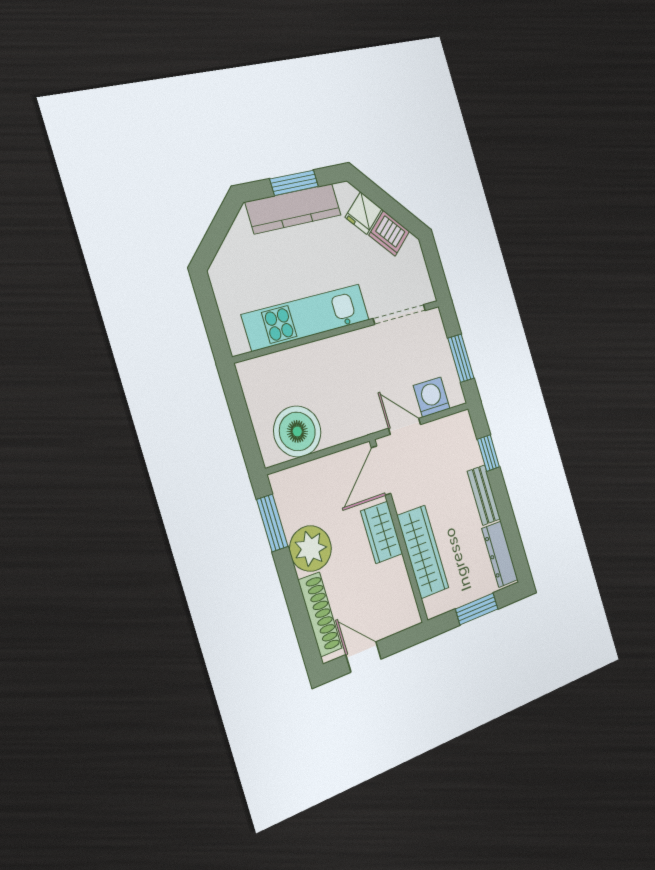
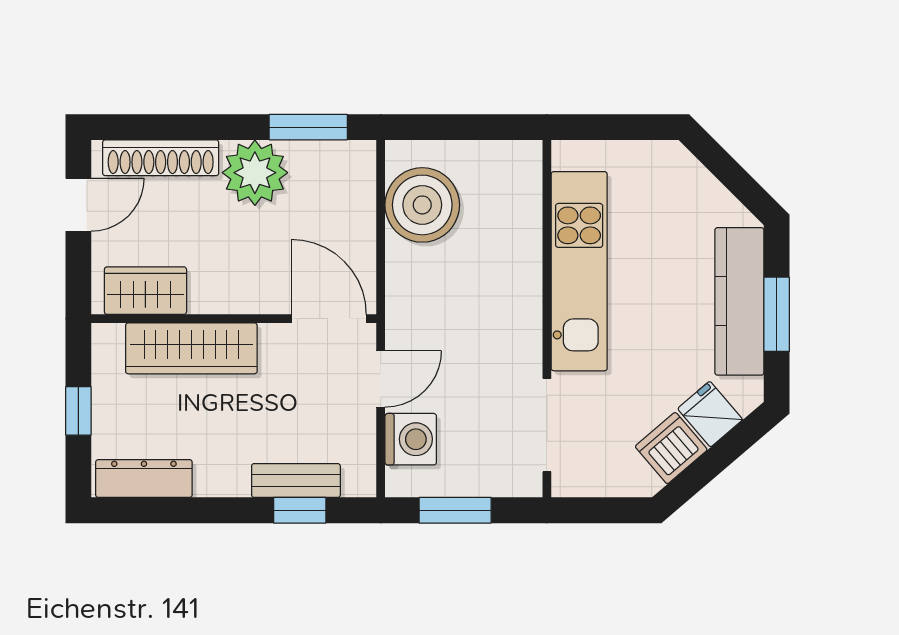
bench: (484, 495) -> (296, 481), moved
wardrobe: (382, 532) -> (145, 291), moved
window: (477, 609) -> (78, 411), width x0.67

